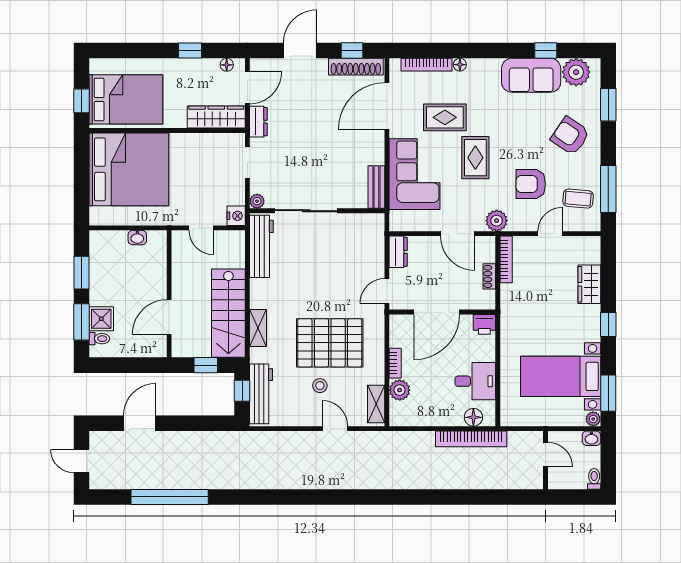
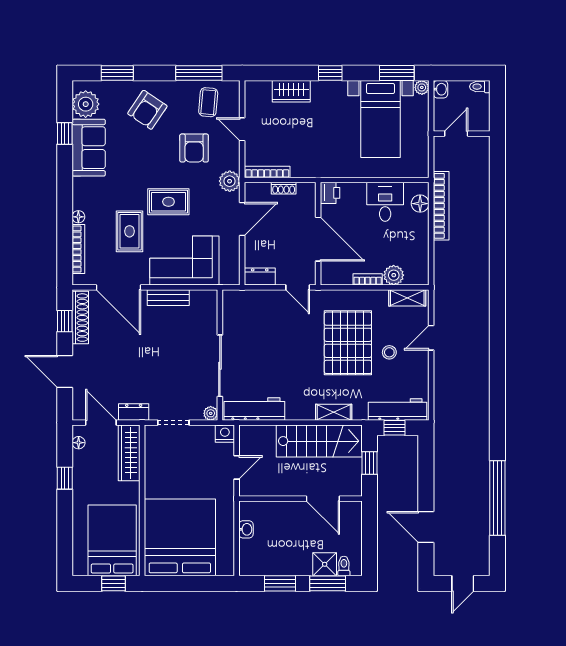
bench: (376, 187) -> (168, 298), moved

